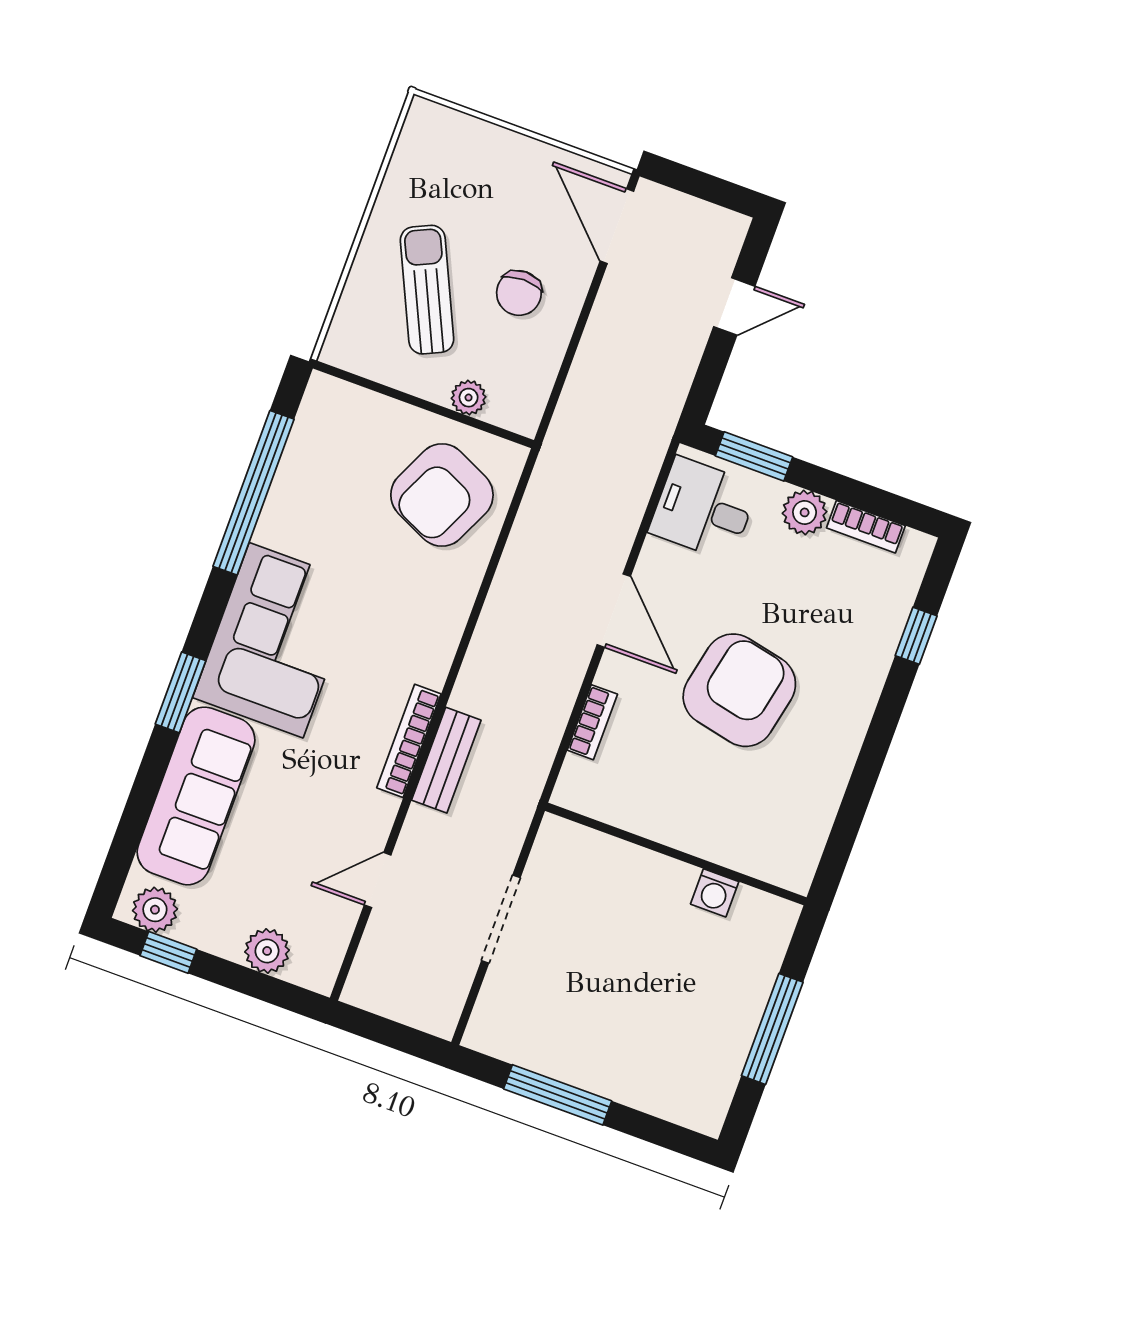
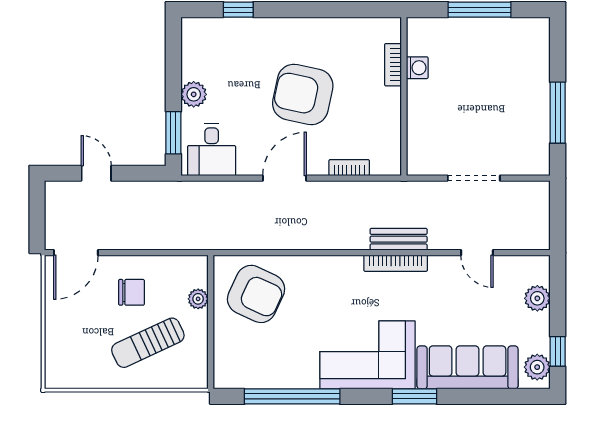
bookcase: (866, 527) -> (393, 65), moved, turned 180

